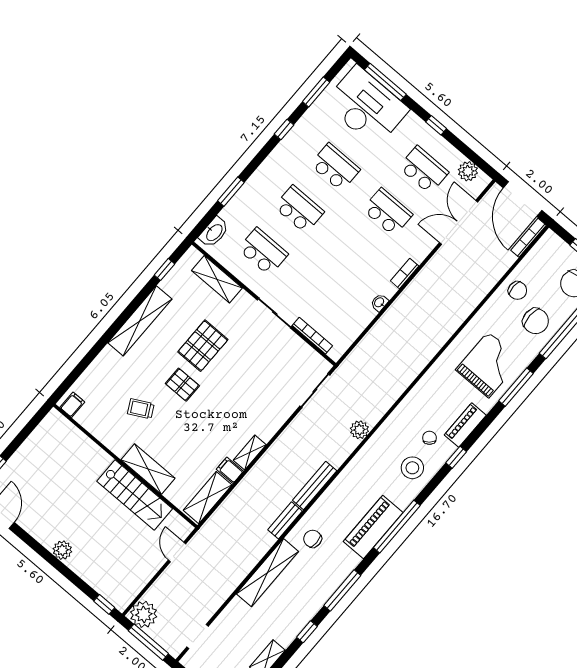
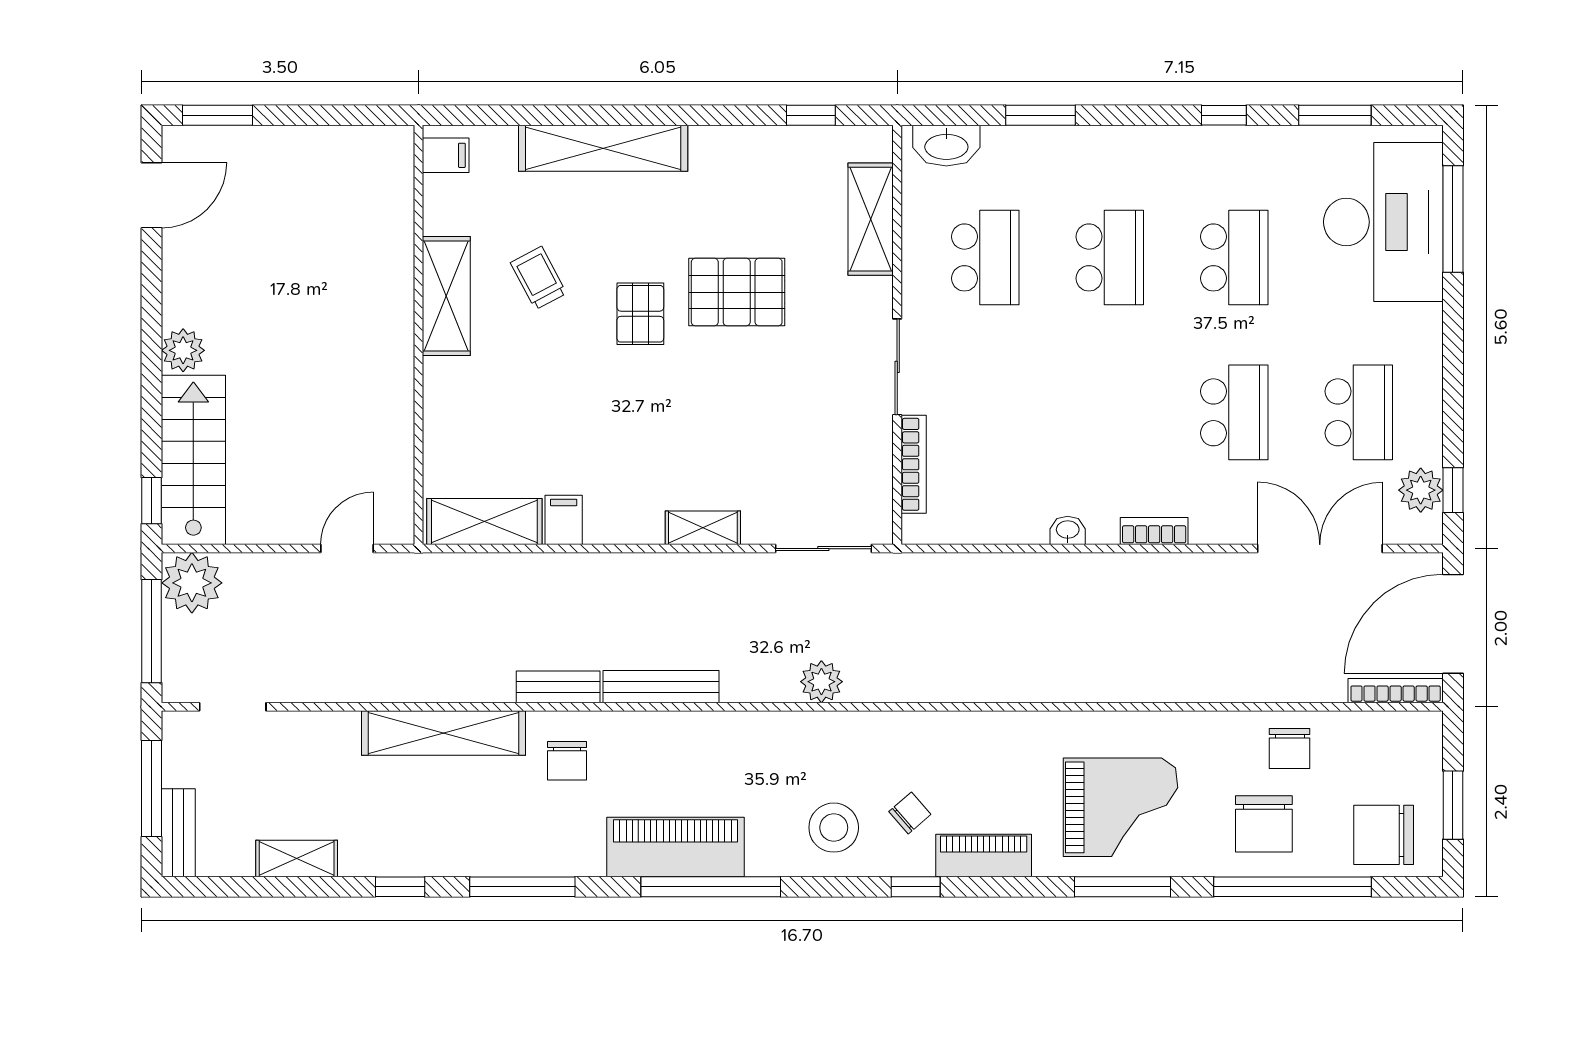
window: (436, 125) -> (1453, 490), moved
shelving: (140, 321) -> (603, 148), moved
shelving: (250, 452) -> (703, 528), moved
shelving: (148, 469) -> (446, 296), moved
stairs: (135, 495) -> (193, 460), moved, turned 180
chair: (313, 539) -> (567, 761), turned 180

